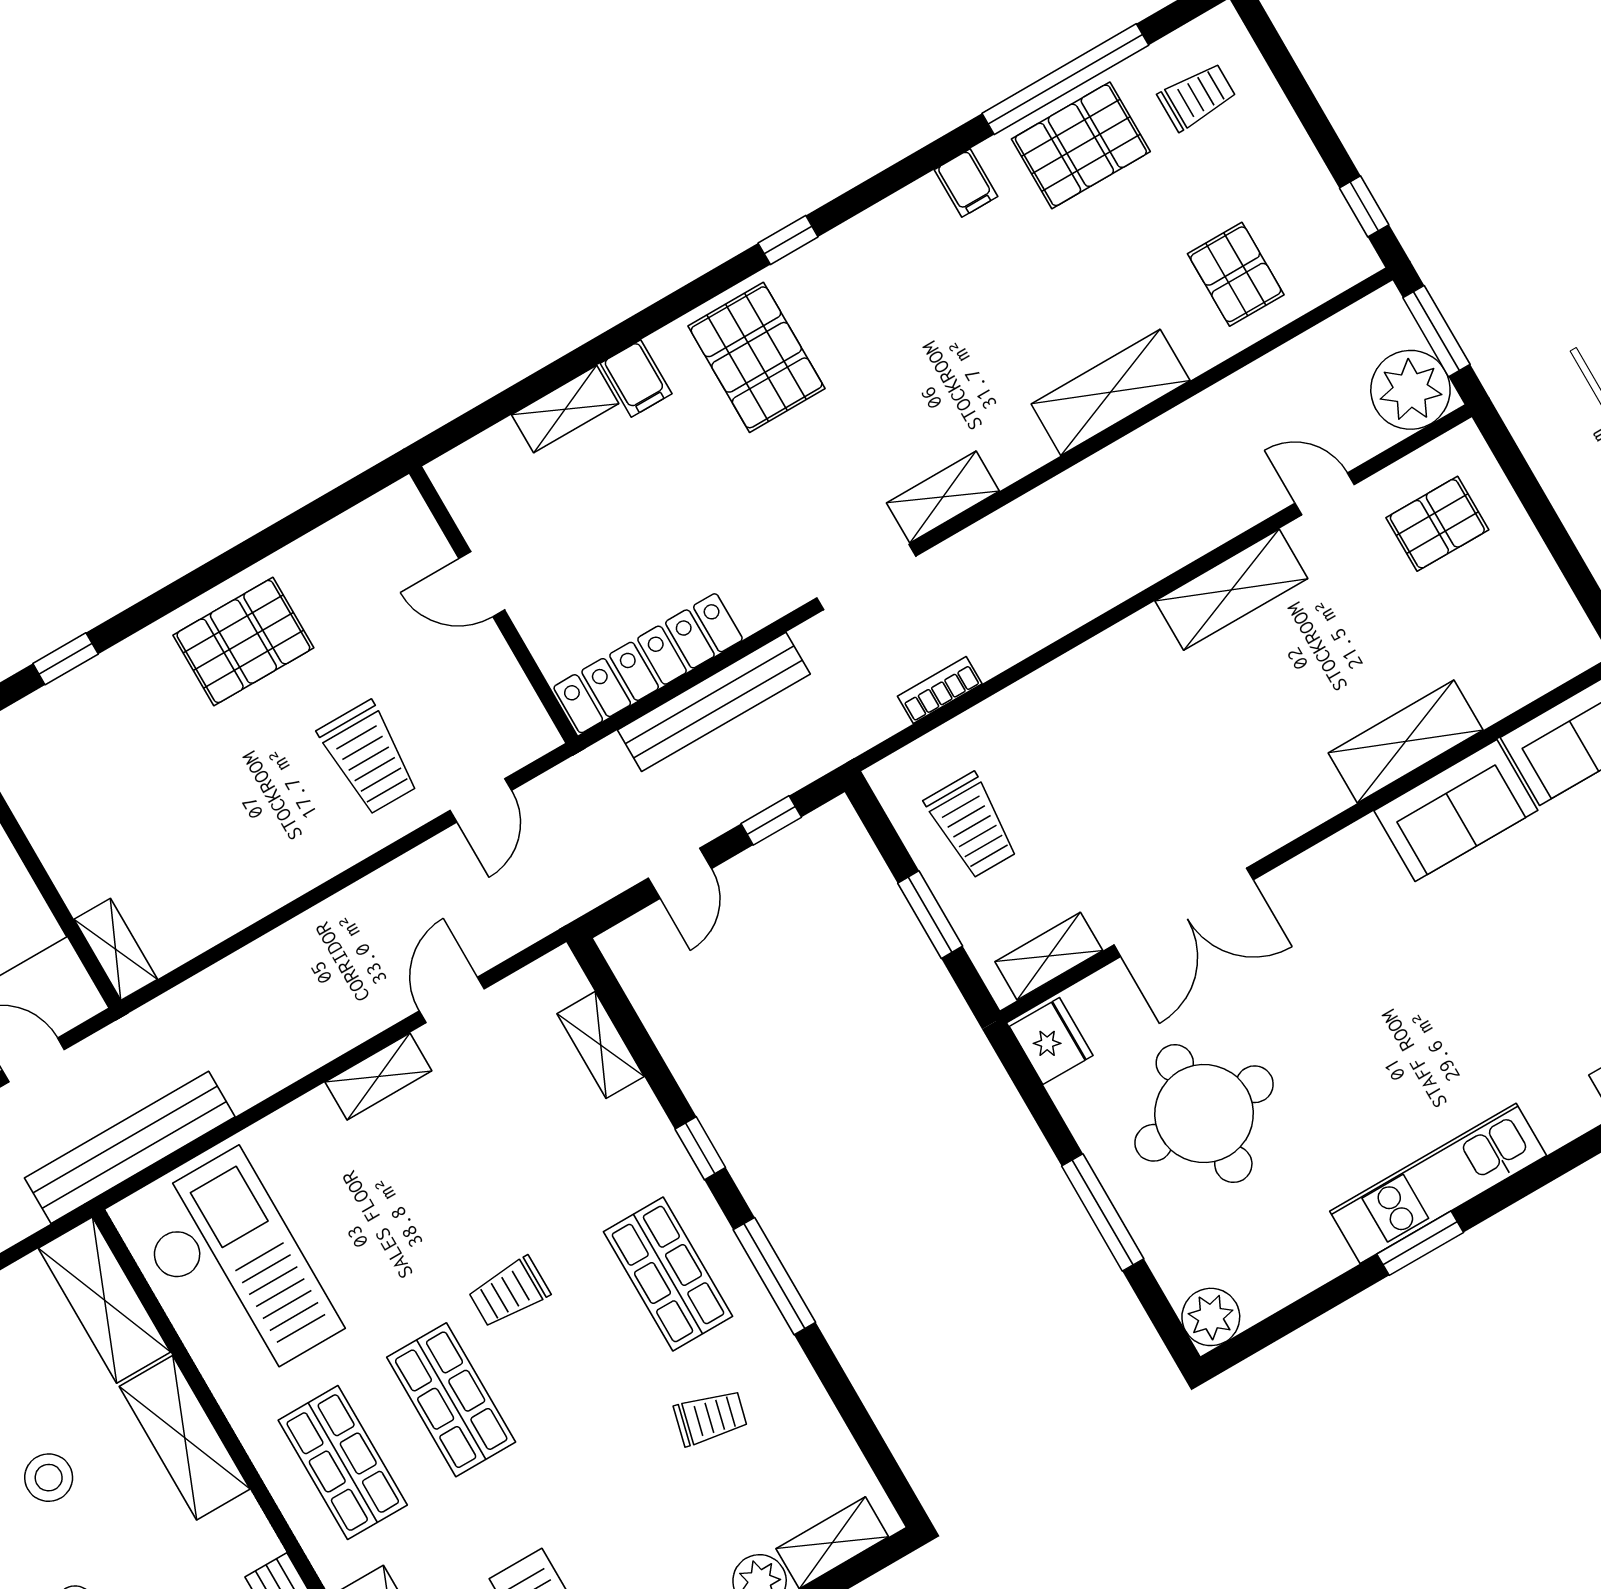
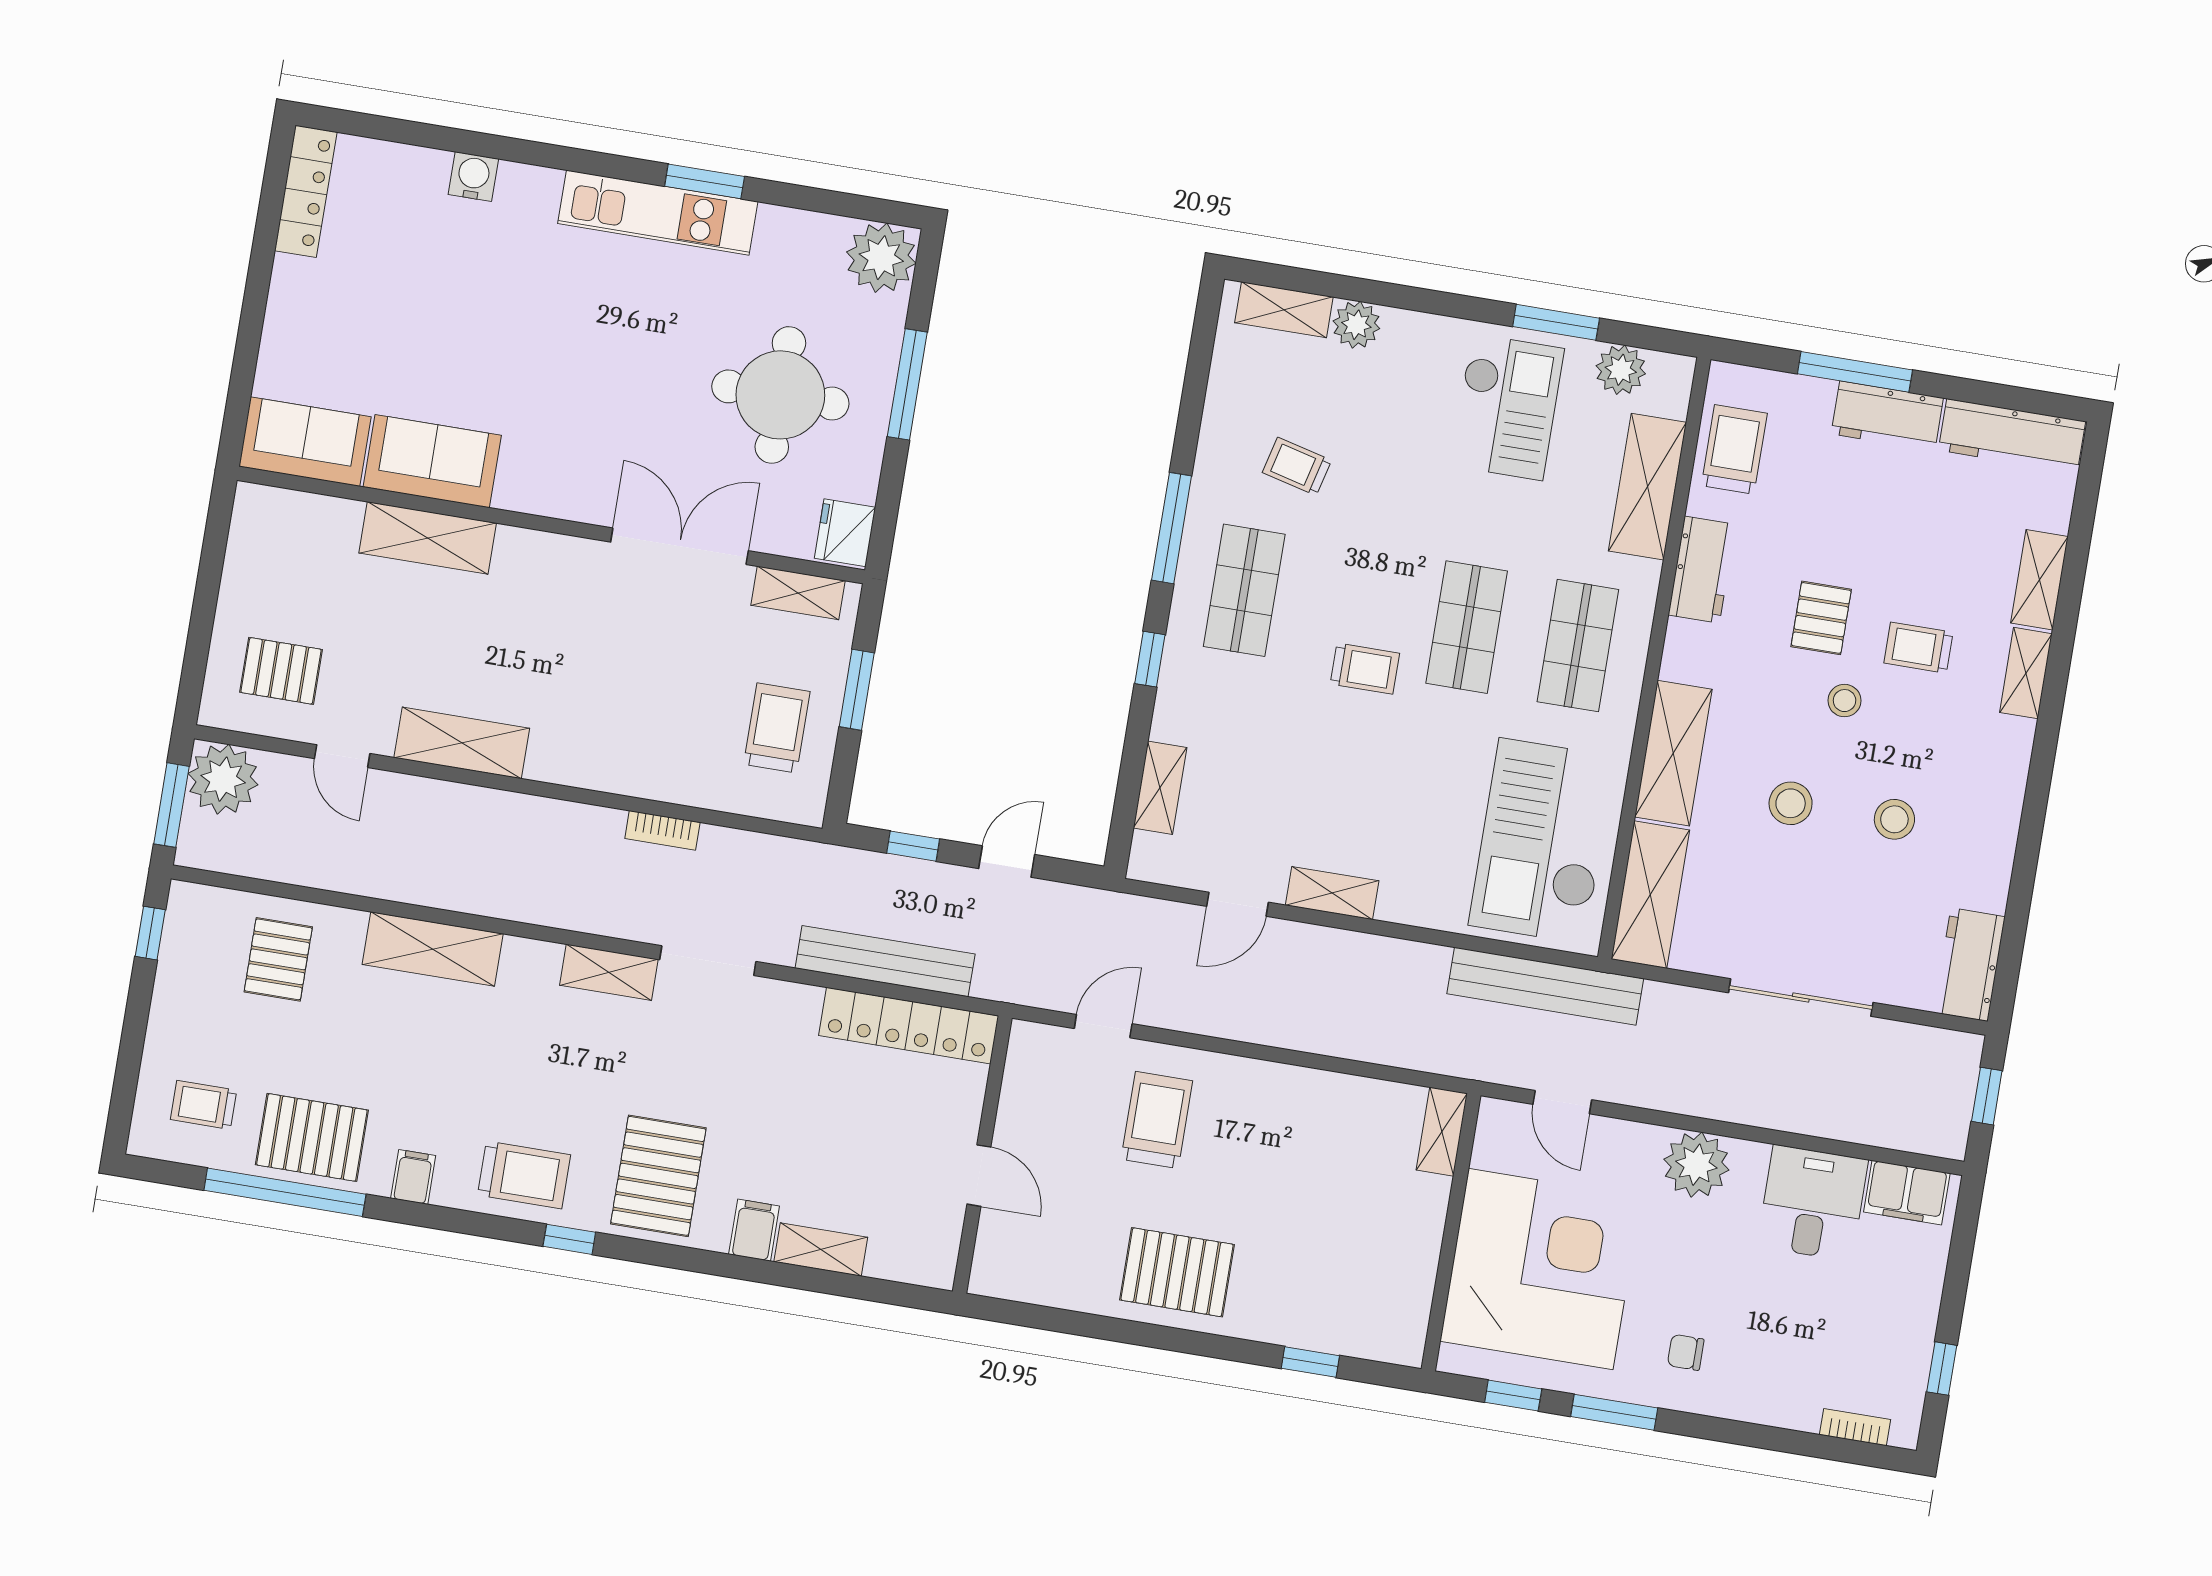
trolley: (872, 263) -> (524, 1175), added
bookcase: (940, 690) -> (662, 830), moved
plant: (1211, 1317) -> (881, 258), width x1.36, depth x1.36

